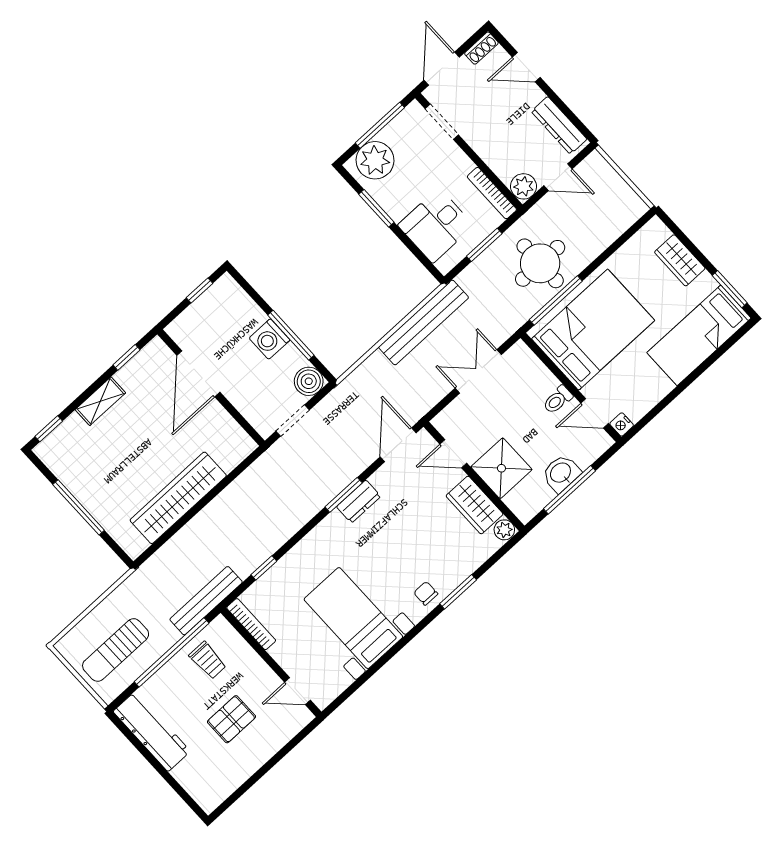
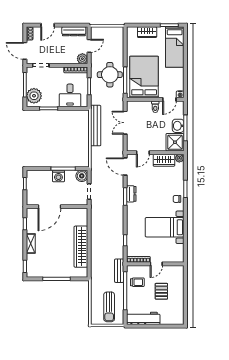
door: (198, 374) -> (49, 207), hinge flipped
shower: (501, 468) -> (175, 142), moved
bench: (206, 601) -> (119, 271), width x0.73
door: (298, 691) -> (156, 264), moved

